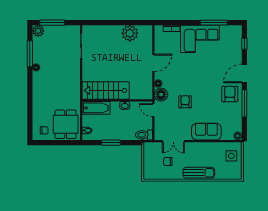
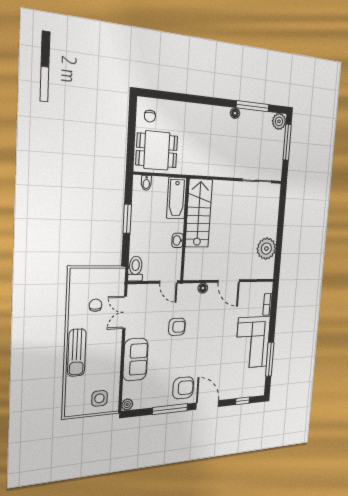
floor lamp: (161, 95) -> (188, 292), removed
door: (153, 110) -> (169, 282), swing flipped

